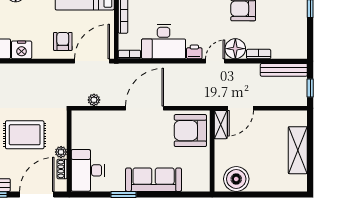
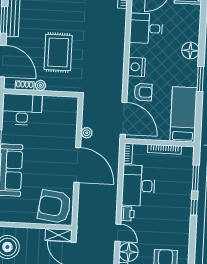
nightstand: (22, 50) -> (136, 67), moved
plant: (94, 100) -> (87, 133), moved
armchair: (190, 131) -> (54, 207), turned -82

